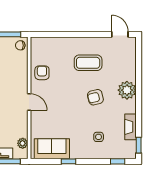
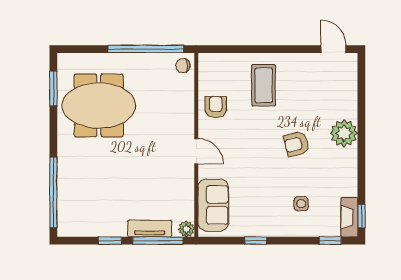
coffee table: (88, 63) -> (264, 85), moved, turned 90
fireplace: (130, 127) -> (349, 217), moved
plant: (23, 143) -> (186, 229), moved
sofa: (52, 149) -> (213, 205), moved, turned 90

